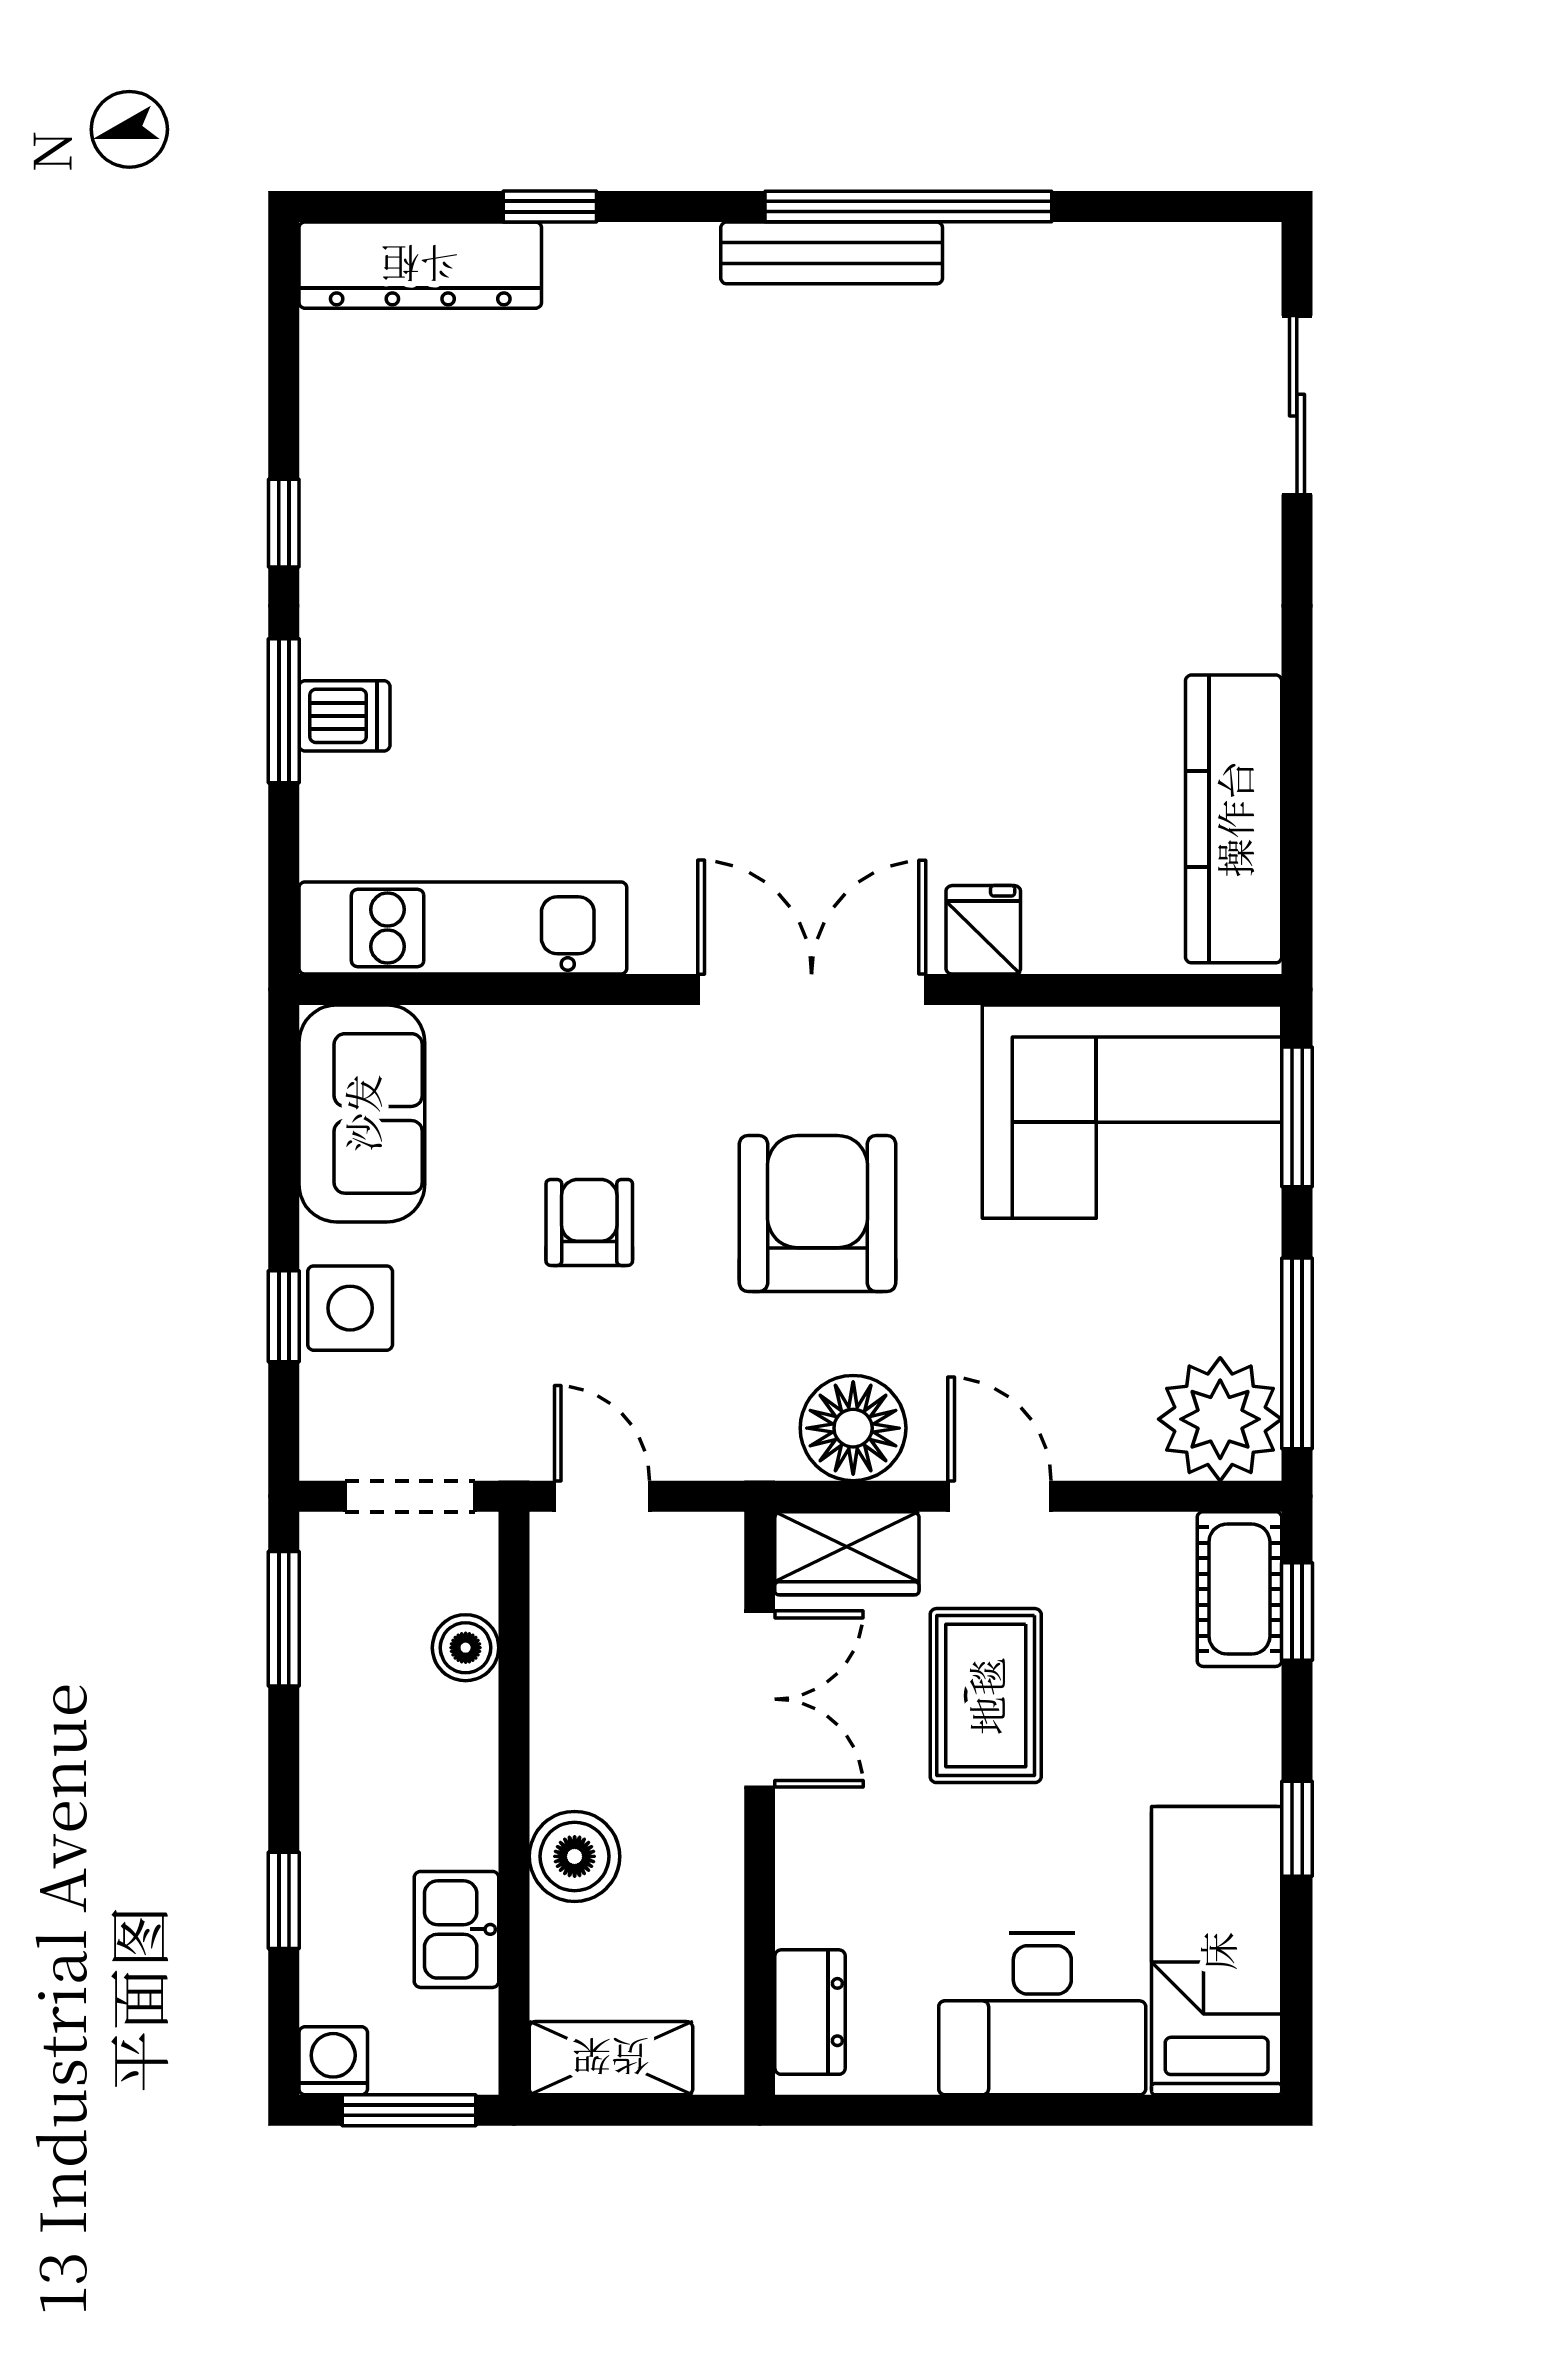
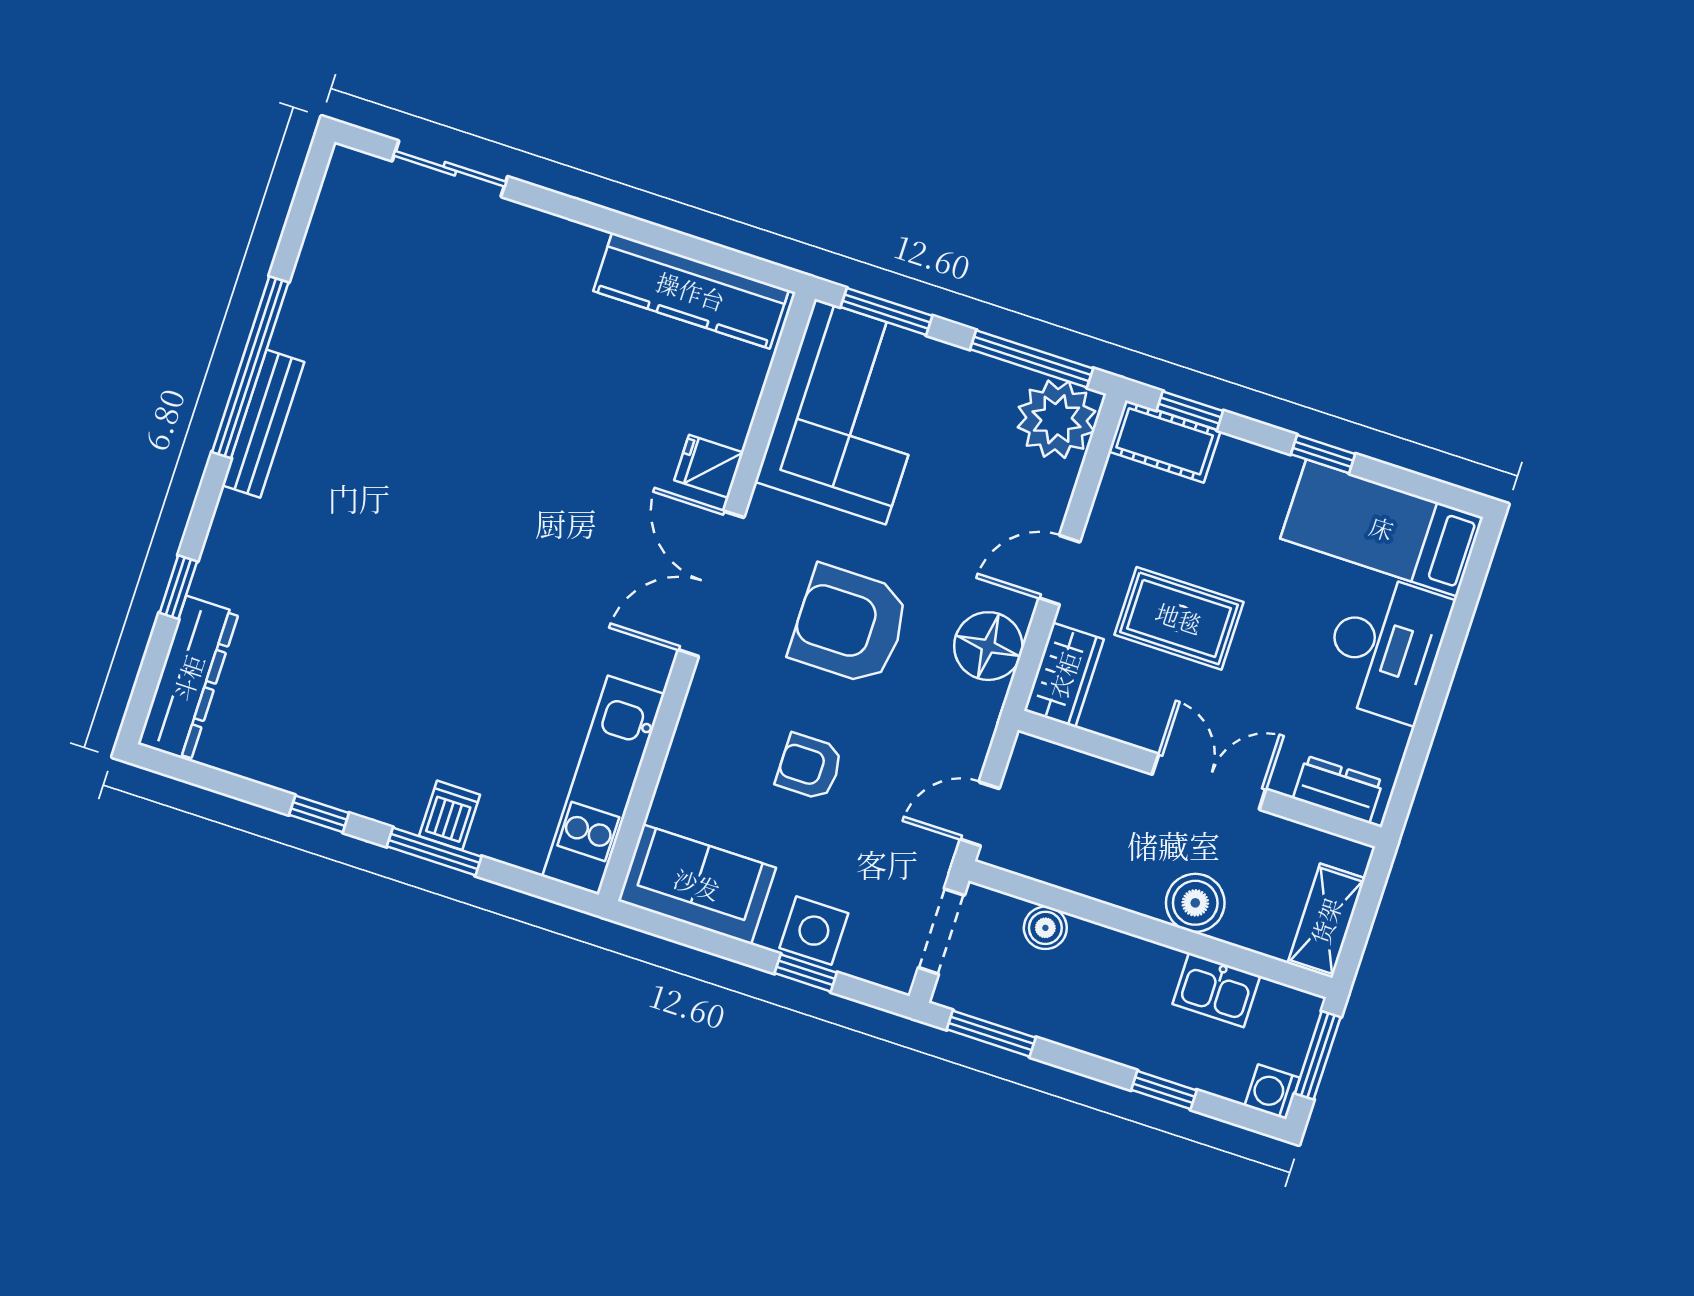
double door: (760, 1699) -> (1209, 782), moved

